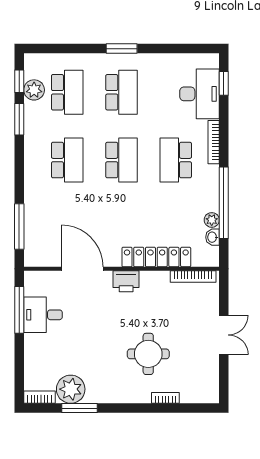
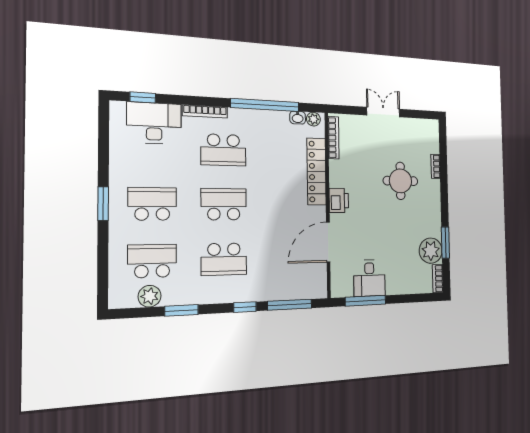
window: (19, 81) -> (245, 307), moved
school desk: (67, 160) -> (224, 259), turned 180
plant: (212, 220) -> (313, 119), moved

